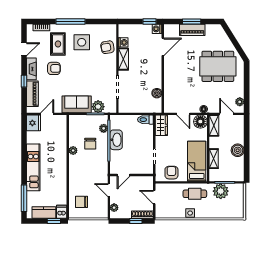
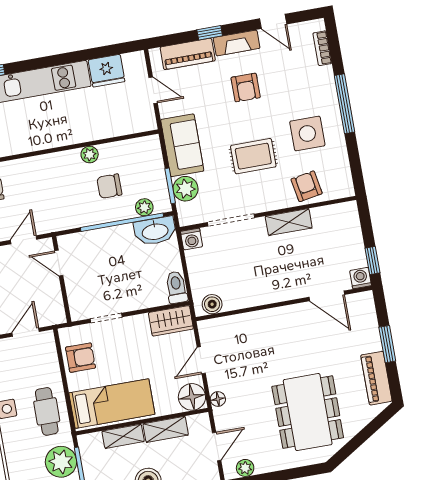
piano: (192, 30) -> (376, 378), moved
washing machine: (123, 42) -> (192, 239), moved
rug: (58, 44) -> (253, 156), moved
boiler: (157, 93) -> (212, 304), moved
fridge: (34, 123) -> (107, 71), moved
shelving: (214, 126) -> (166, 429), moved
washbasin: (116, 140) -> (155, 231), moved

